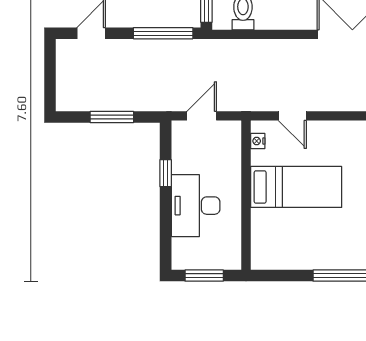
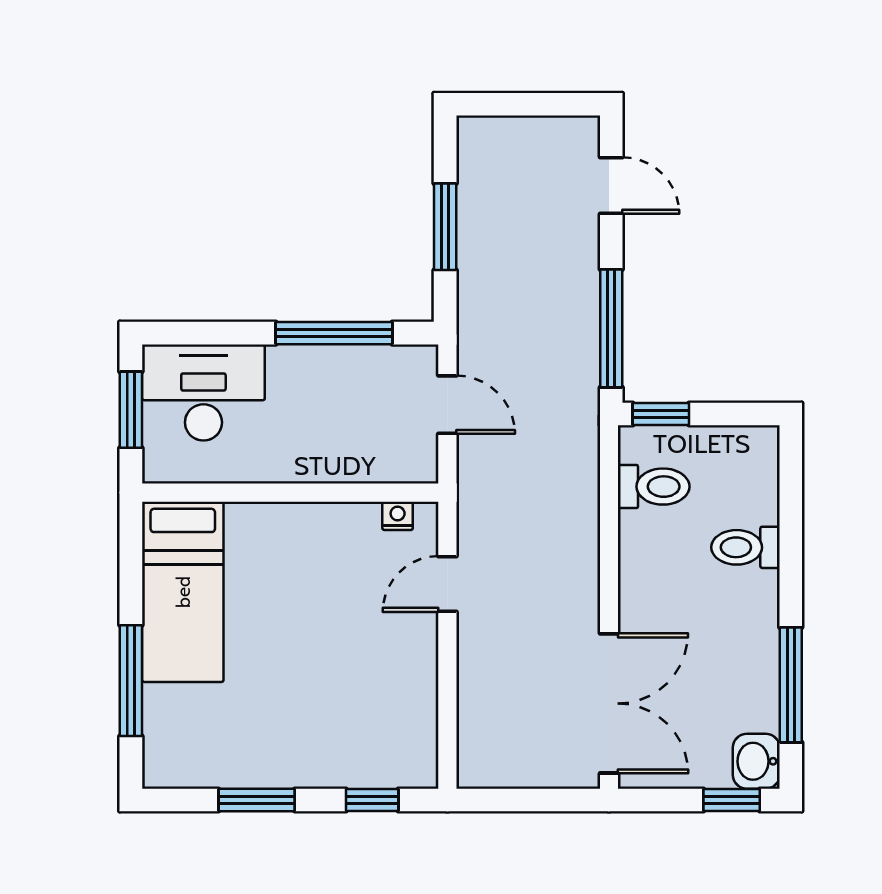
window: (166, 173) -> (334, 333), width x2.17
bed: (296, 187) -> (183, 592), moved
desk: (196, 206) -> (203, 393), moved

